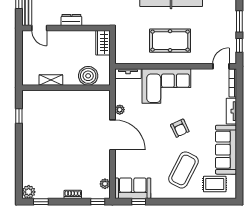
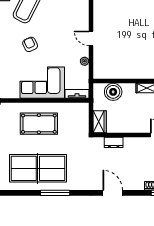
dresser: (71, 20) -> (114, 142), moved
door: (112, 135) -> (91, 38), width x0.53

